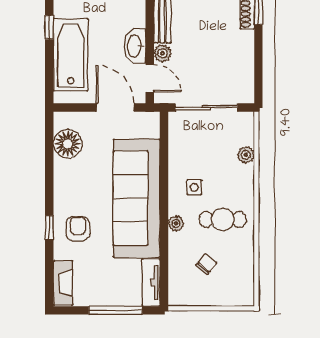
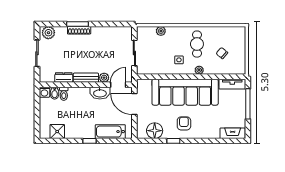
bathtub: (71, 55) -> (110, 132), width x0.73, depth x0.73
door: (115, 107) -> (134, 104), hinge flipped
sliding door: (207, 107) -> (134, 53), width x0.73
window: (49, 228) -> (173, 141), moved
armchair: (78, 229) -> (184, 123), moved, turned 90

